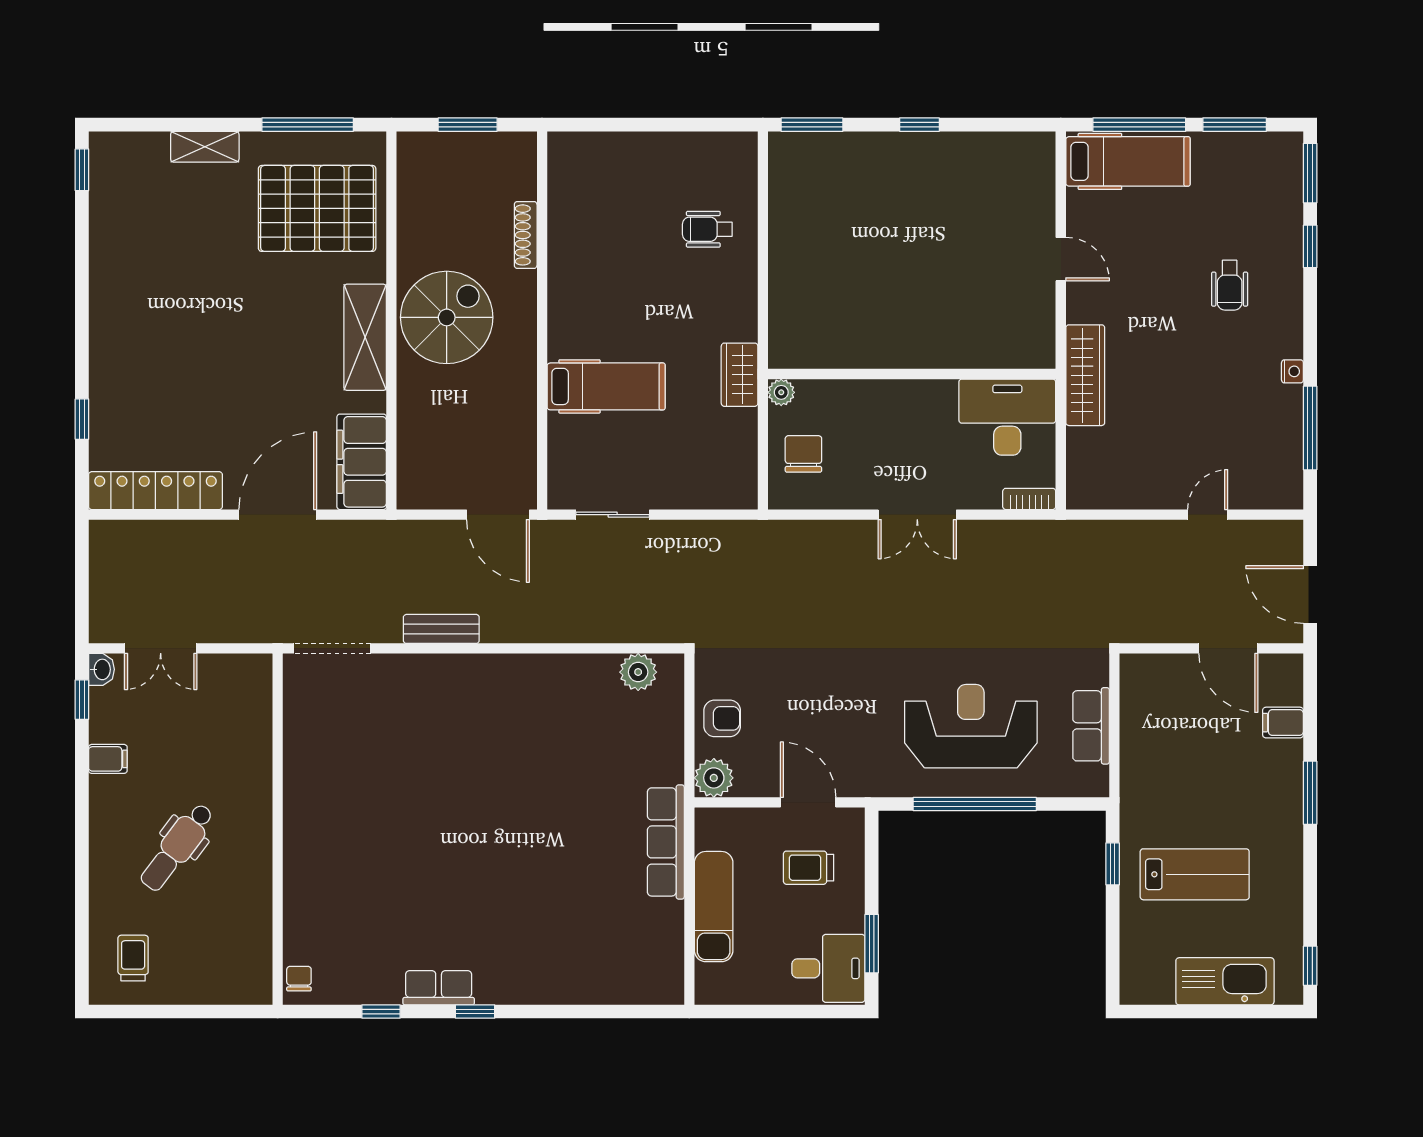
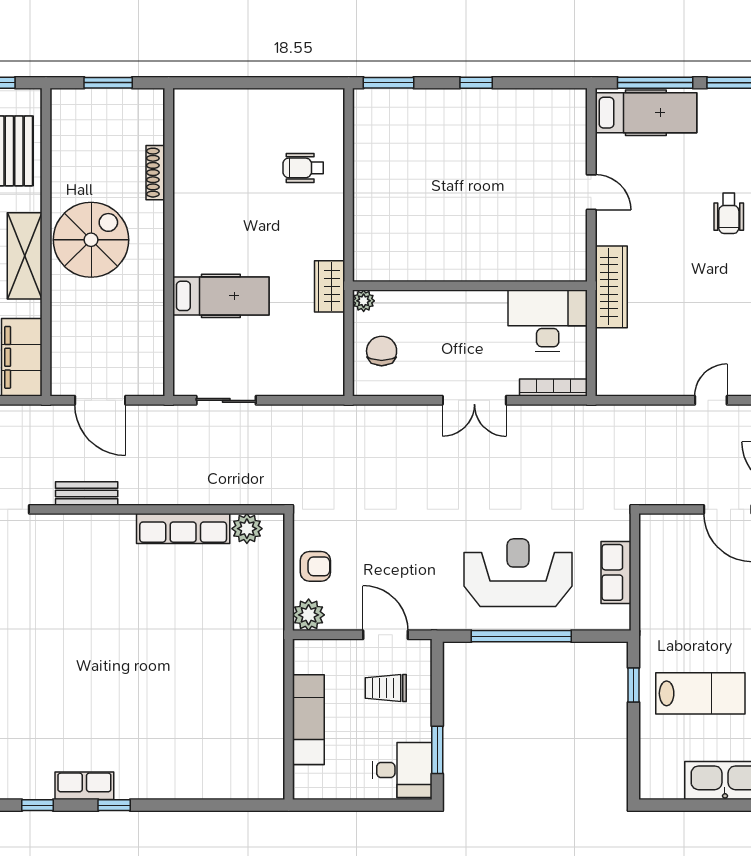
bookcase: (1029, 499) -> (553, 388), width x1.56
door: (498, 515) -> (100, 400), moved
row of seats: (666, 842) -> (183, 529), moved, turned -90

